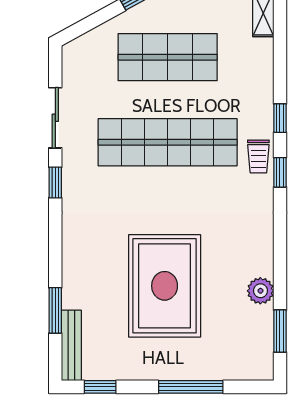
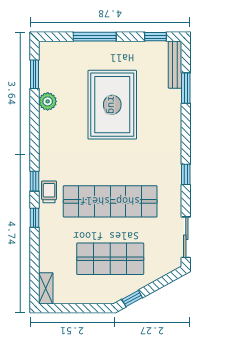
sliding door: (55, 118) -> (186, 237), moved

